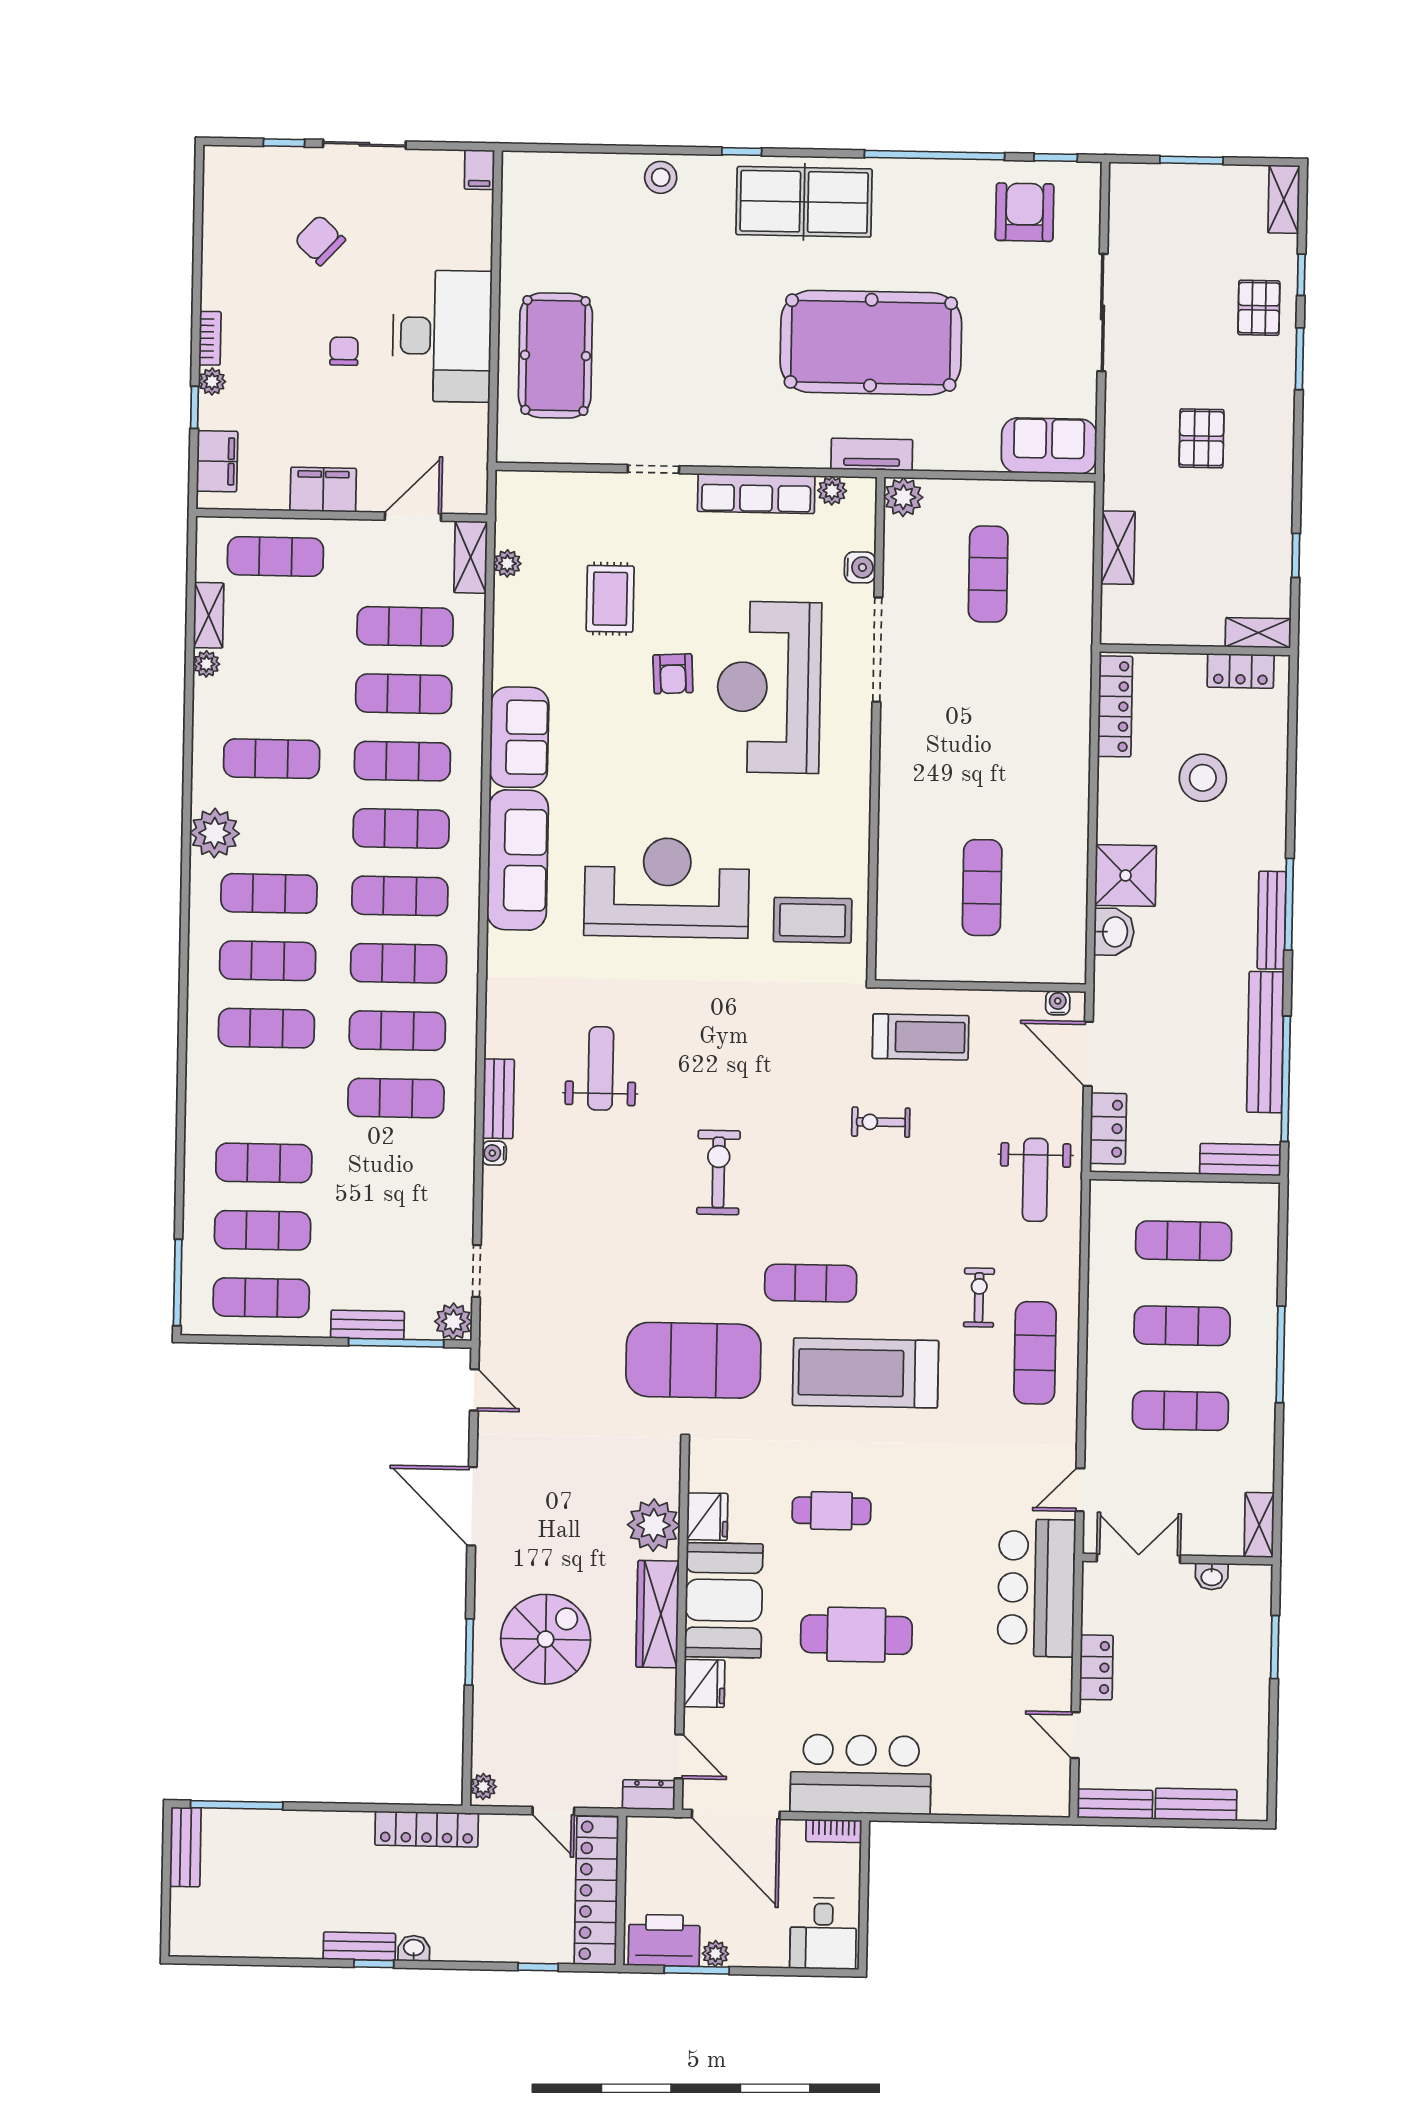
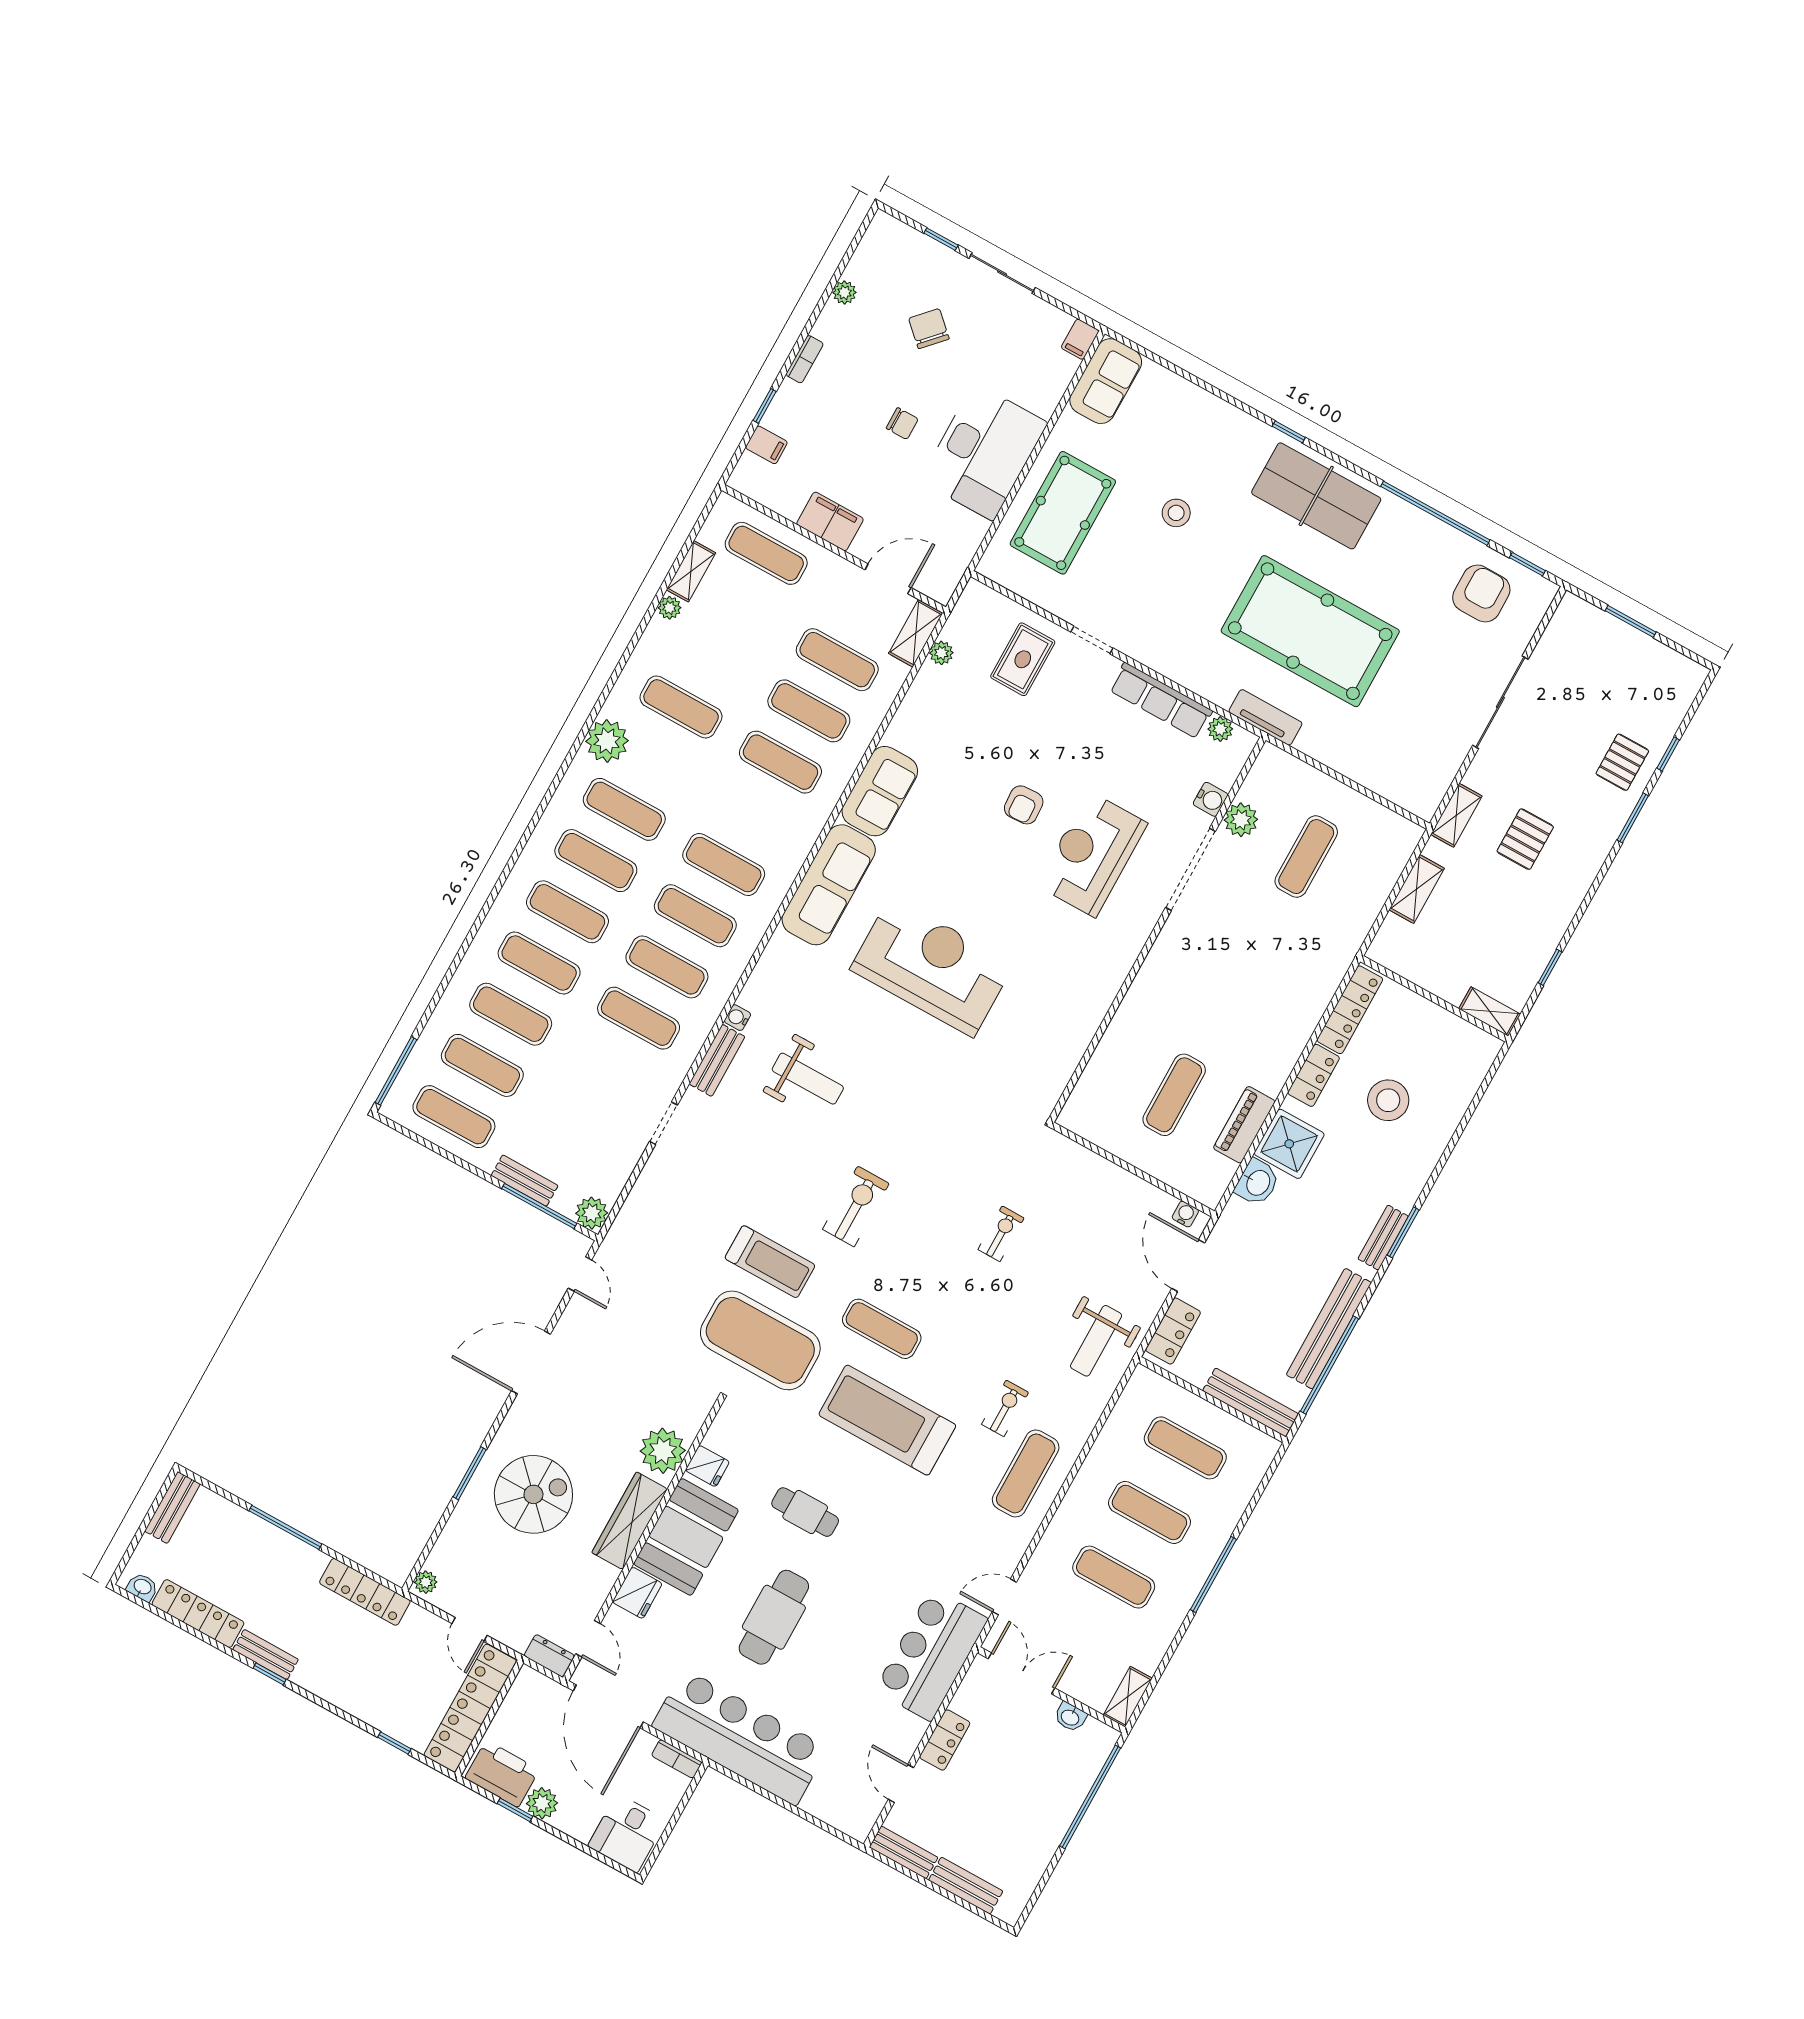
stool: (661, 177) -> (1176, 513), moved
shelving: (1284, 199) -> (1456, 815), moved
chair: (344, 351) -> (902, 424), turned 90
plant: (212, 381) -> (844, 293), moved
sofa: (1049, 446) -> (1106, 381), moved, turned 90
filing cabinet: (217, 461) -> (766, 445), width x0.50
plant: (903, 497) -> (1241, 820), moved
rug: (610, 599) -> (1023, 659), moved
locker: (1241, 671) -> (1314, 1075), moved, turned -90
reception desk: (769, 687) -> (1092, 854), width x0.74, depth x0.77
exercise mat: (401, 829) -> (539, 963), moved
piano: (1070, 880) -> (1244, 1125), added
window: (1289, 904) -> (1403, 1232), width x0.69
coffee table: (813, 920) -> (1031, 1051), removed
bench: (1272, 920) -> (1383, 1238), width x0.73
treadmill: (921, 1037) -> (770, 1262), moved
weight bench: (601, 1068) -> (808, 1079), turned 90
exercise bike: (881, 1122) -> (1001, 1234), turned 90
water cooler: (494, 1153) -> (737, 1018), moved
bench: (1240, 1159) -> (1251, 1402), width x1.36
doorway: (476, 1271) -> (664, 1123), moved
door: (472, 1506) -> (531, 1362), hinge flipped
fridge: (707, 1517) -> (707, 1466), width x0.72
cafe table: (856, 1635) -> (774, 1617), turned 90
window: (1275, 1647) -> (1090, 1797), width x2.11
bar counter: (861, 1774) -> (740, 1737), width x1.36
window: (237, 1805) -> (285, 1527), moved
locker: (268, 1941) -> (198, 1614), added
washbasin: (414, 1948) -> (142, 1587), moved
plant: (715, 1954) -> (542, 1803), width x1.38, depth x1.38
window: (697, 1970) -> (515, 1810), width x0.67

